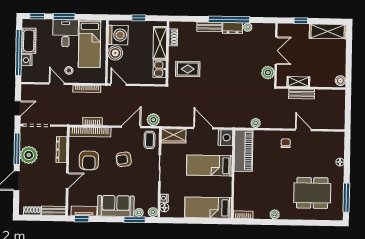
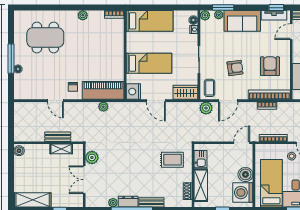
door: (118, 85) -> (242, 143), swing flipped
piano: (244, 151) -> (103, 90), moved, turned 90
door: (67, 181) -> (291, 32), moved
window: (346, 198) -> (11, 59), moved

